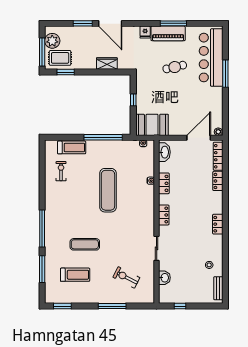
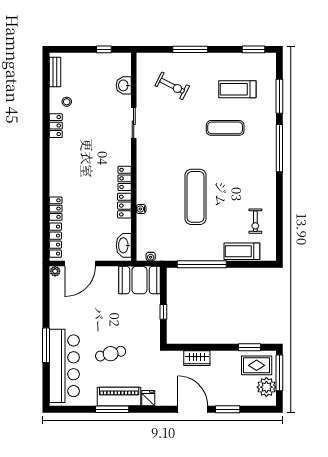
locker: (164, 215) -> (125, 178), moved
locker: (218, 224) -> (56, 126), moved

